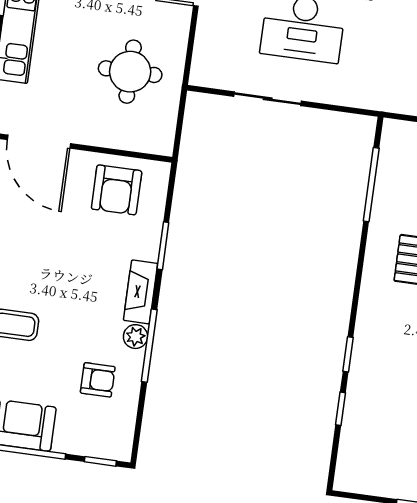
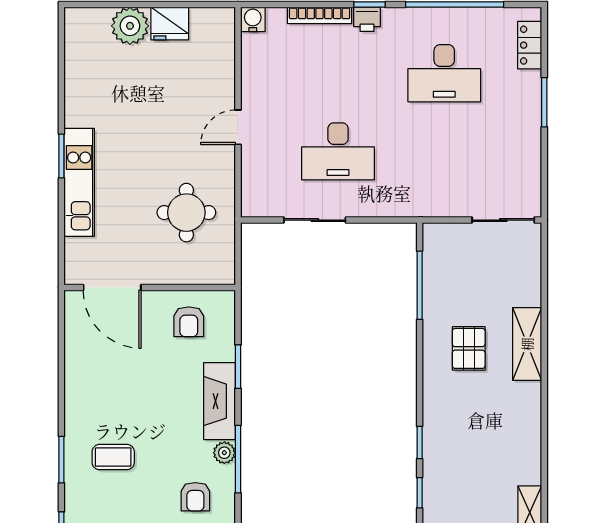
armchair: (117, 190) -> (189, 322), width x0.72, depth x0.72
fireplace: (141, 292) -> (219, 401), width x1.37, depth x1.32
armchair: (98, 380) -> (195, 497), turned 90

